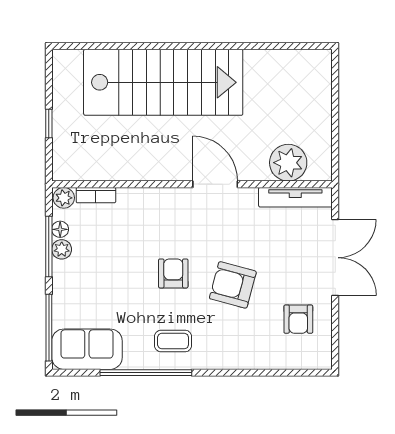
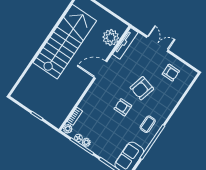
stairs: (163, 82) -> (65, 42), moved
double door: (335, 258) -> (157, 44), width x0.73

